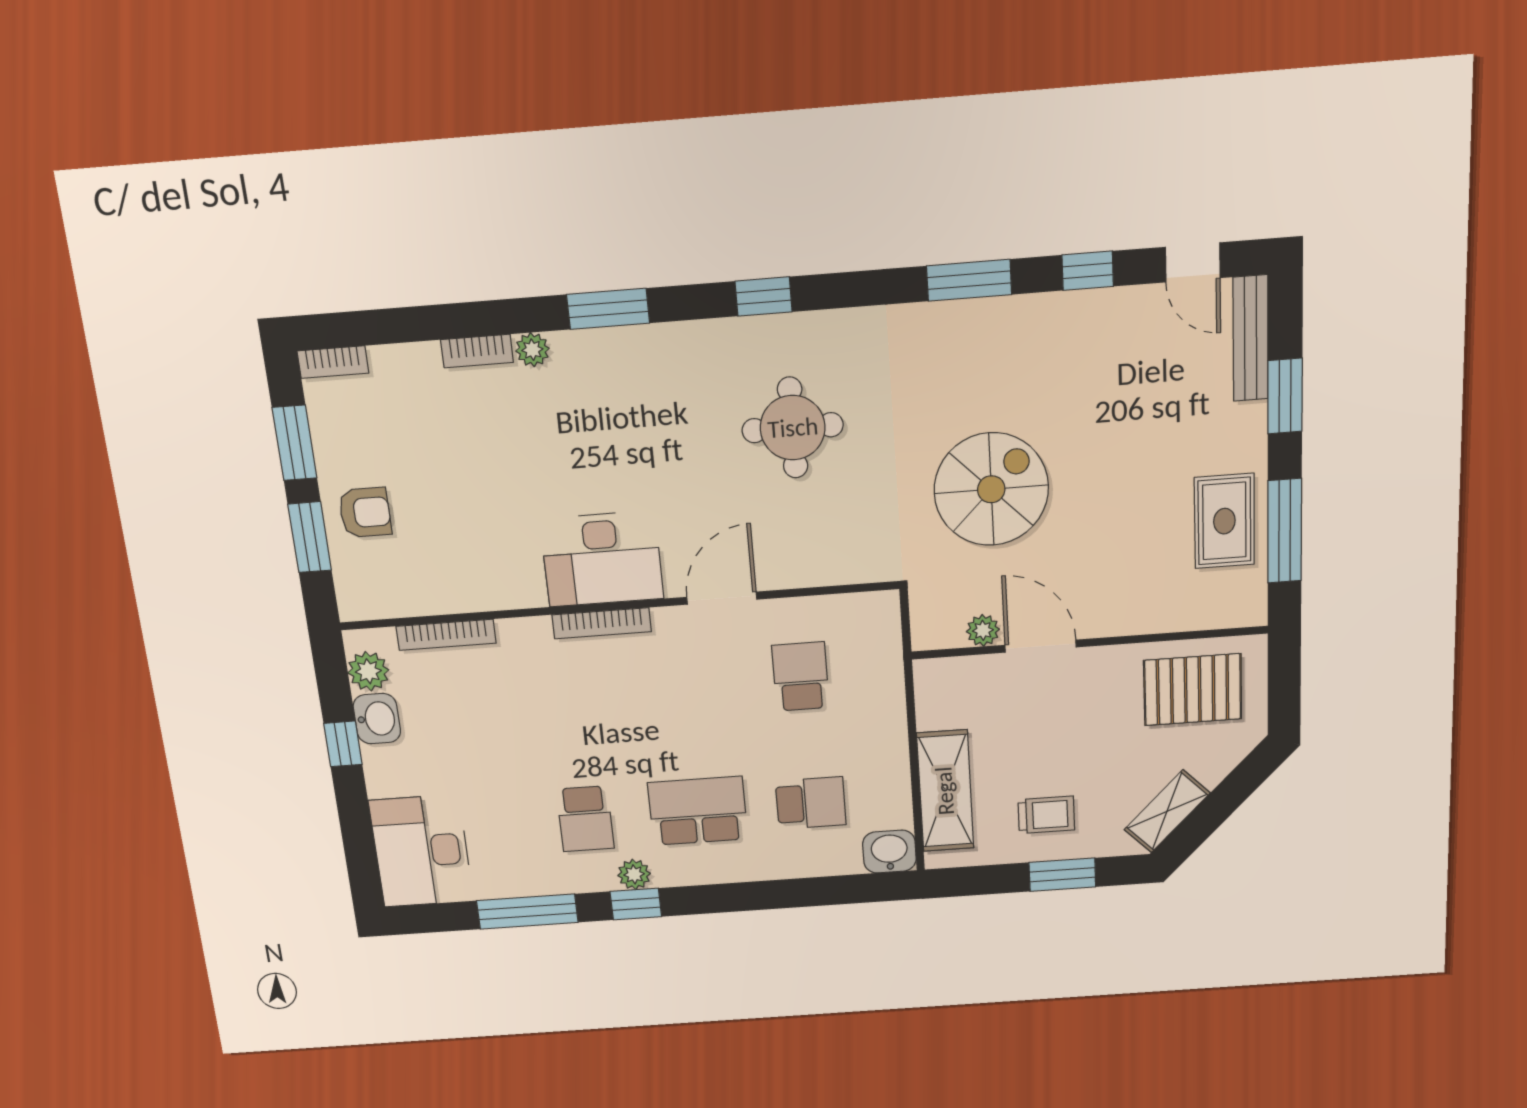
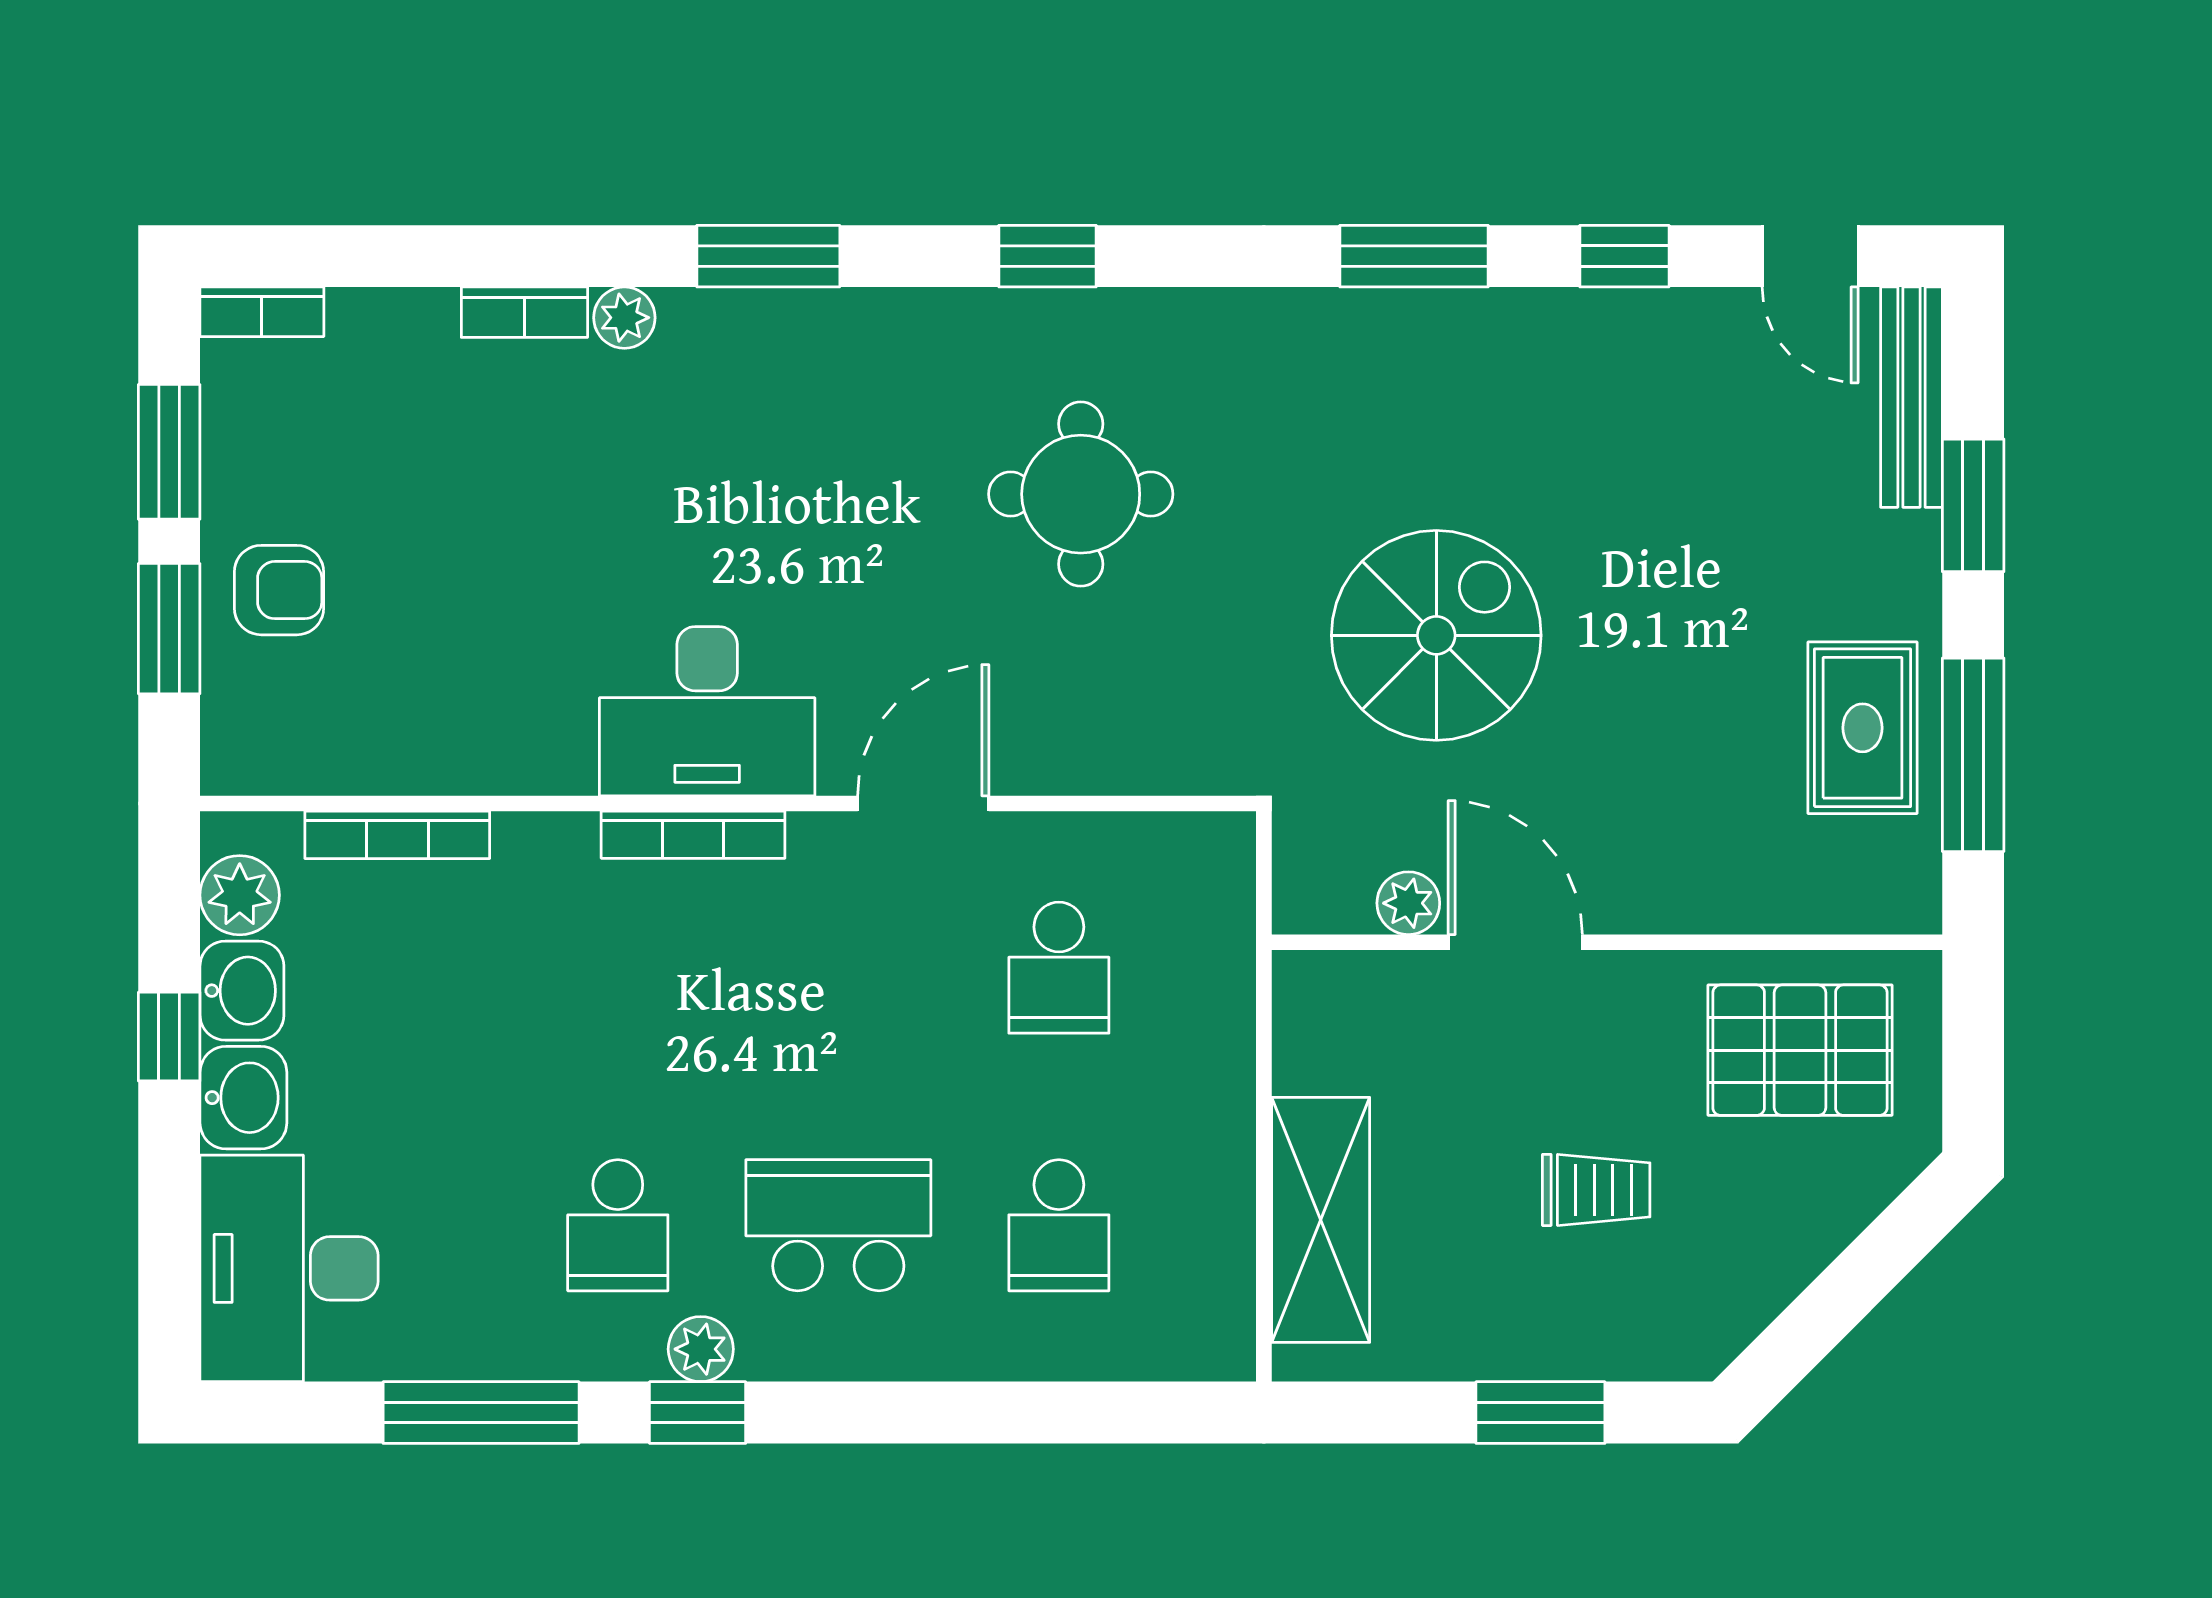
school desk: (801, 676) -> (1059, 968), turned 180
school desk: (811, 803) -> (1059, 1225), turned 90
shelving: (1167, 811) -> (1748, 1294), removed
trolley: (1046, 815) -> (1596, 1190), moved
washbasin: (889, 852) -> (243, 1098), moved, turned 90

